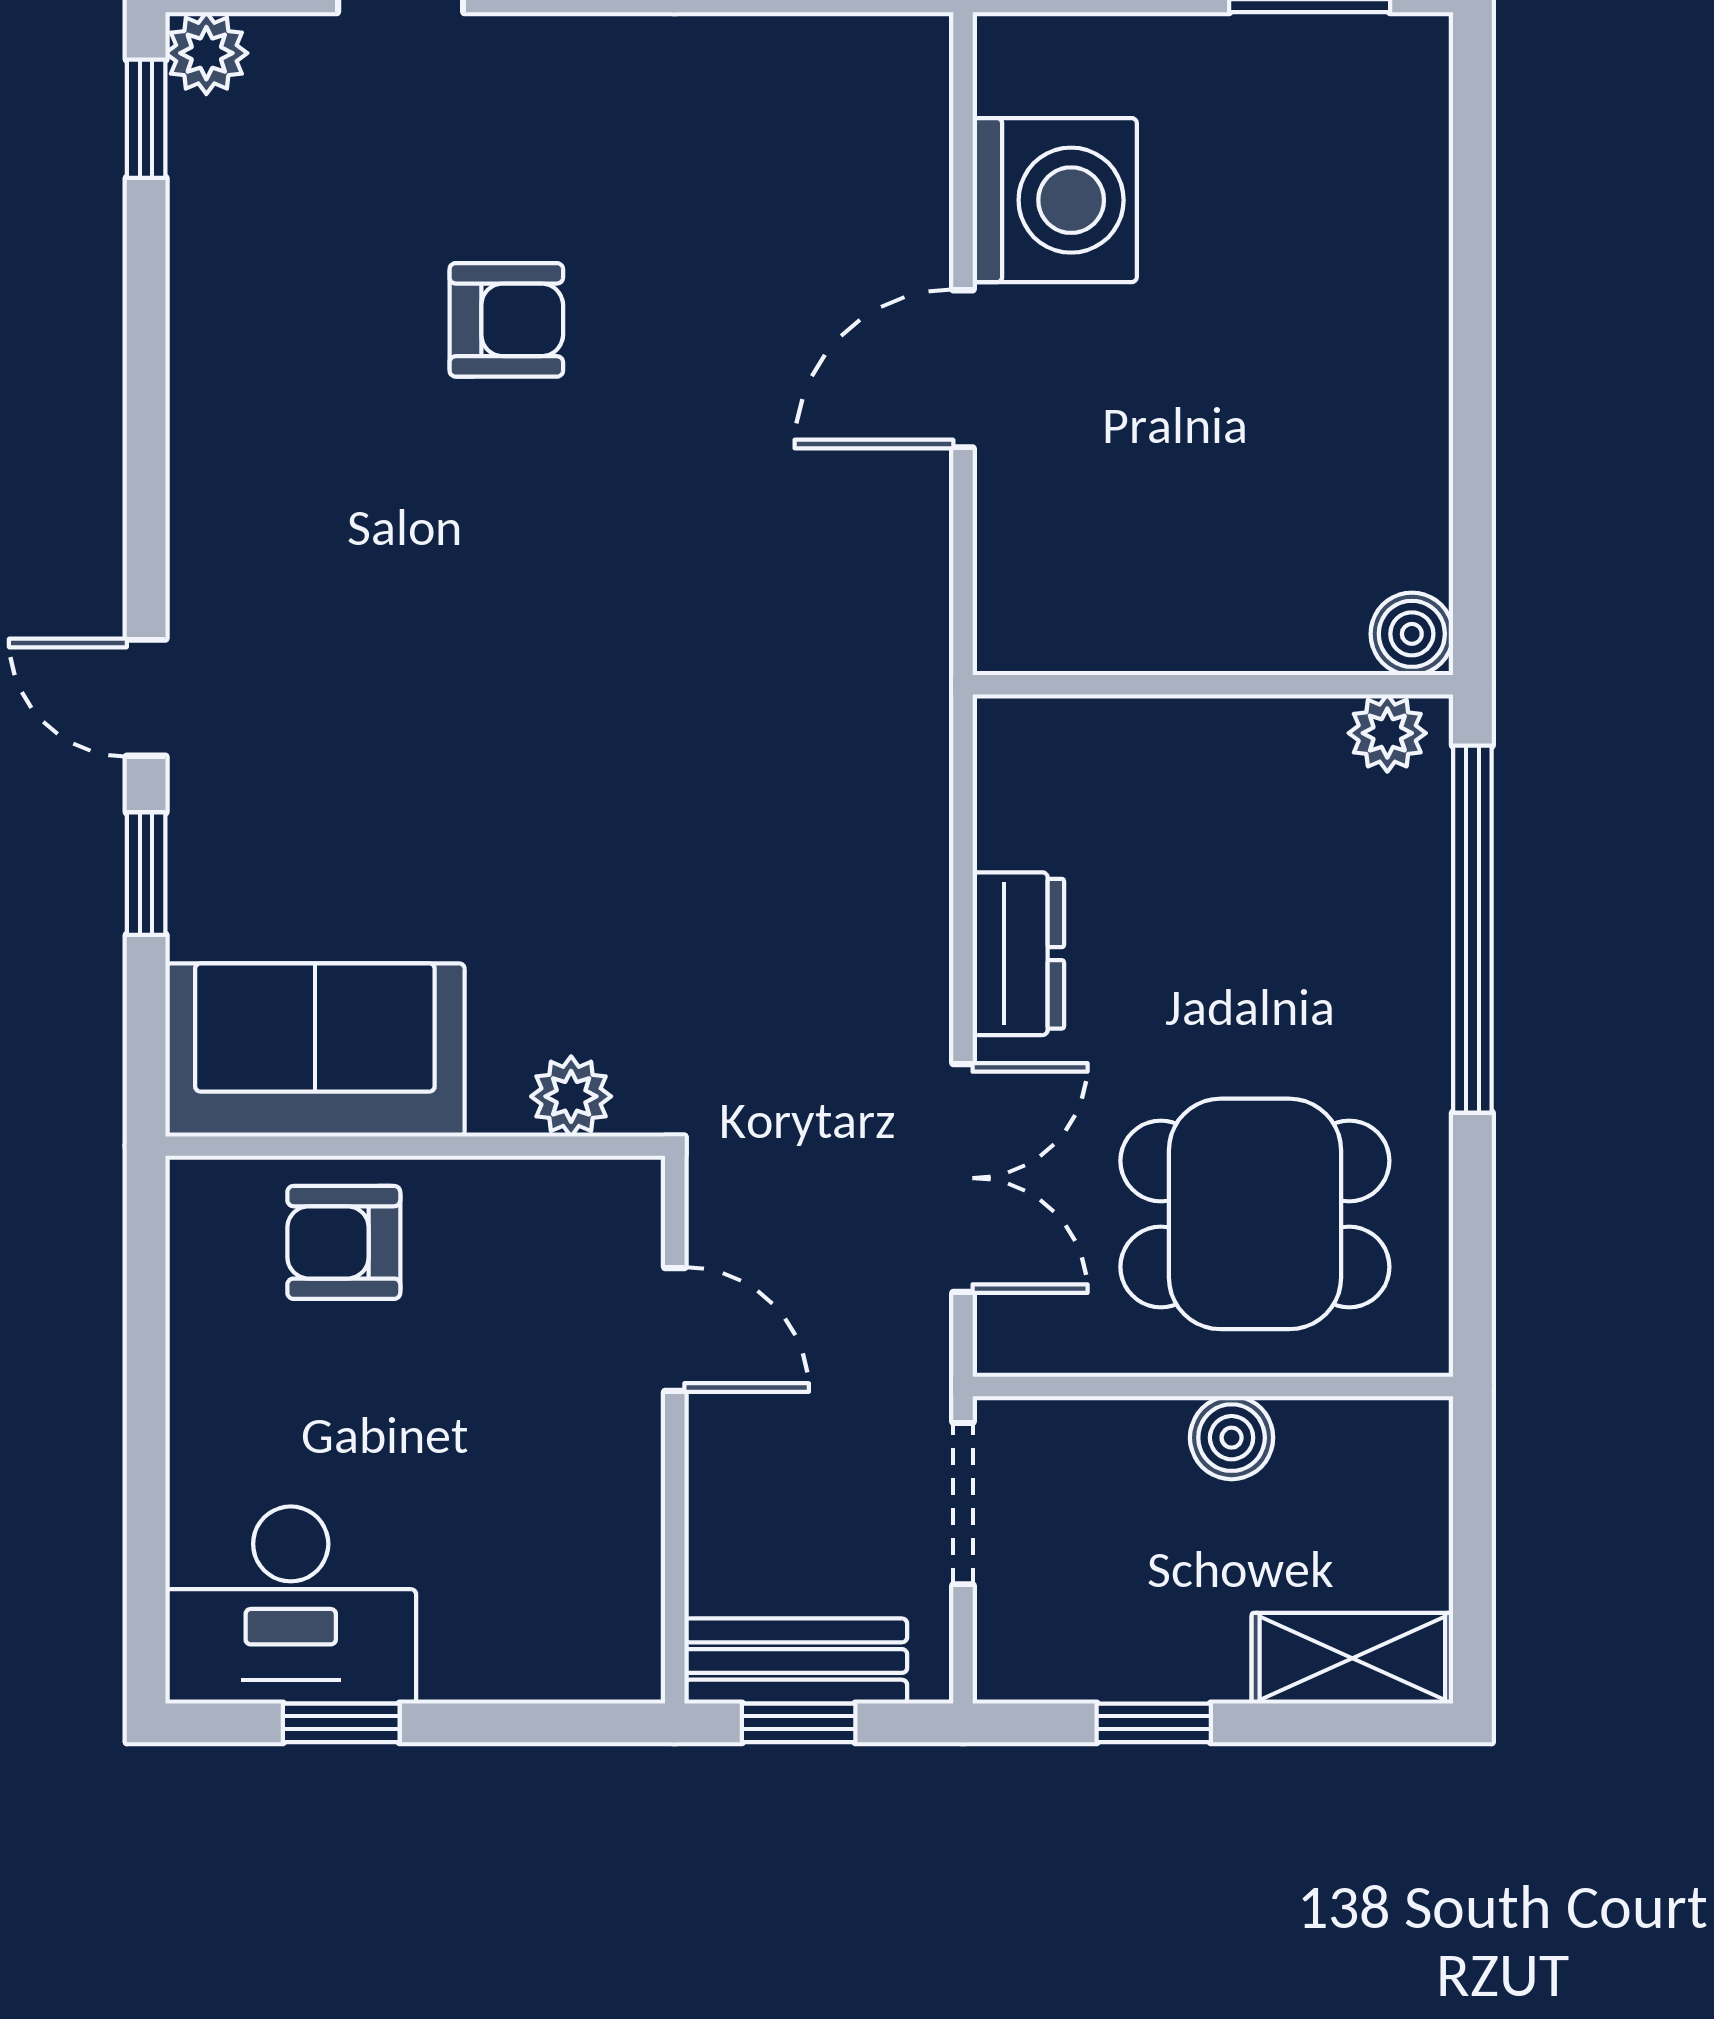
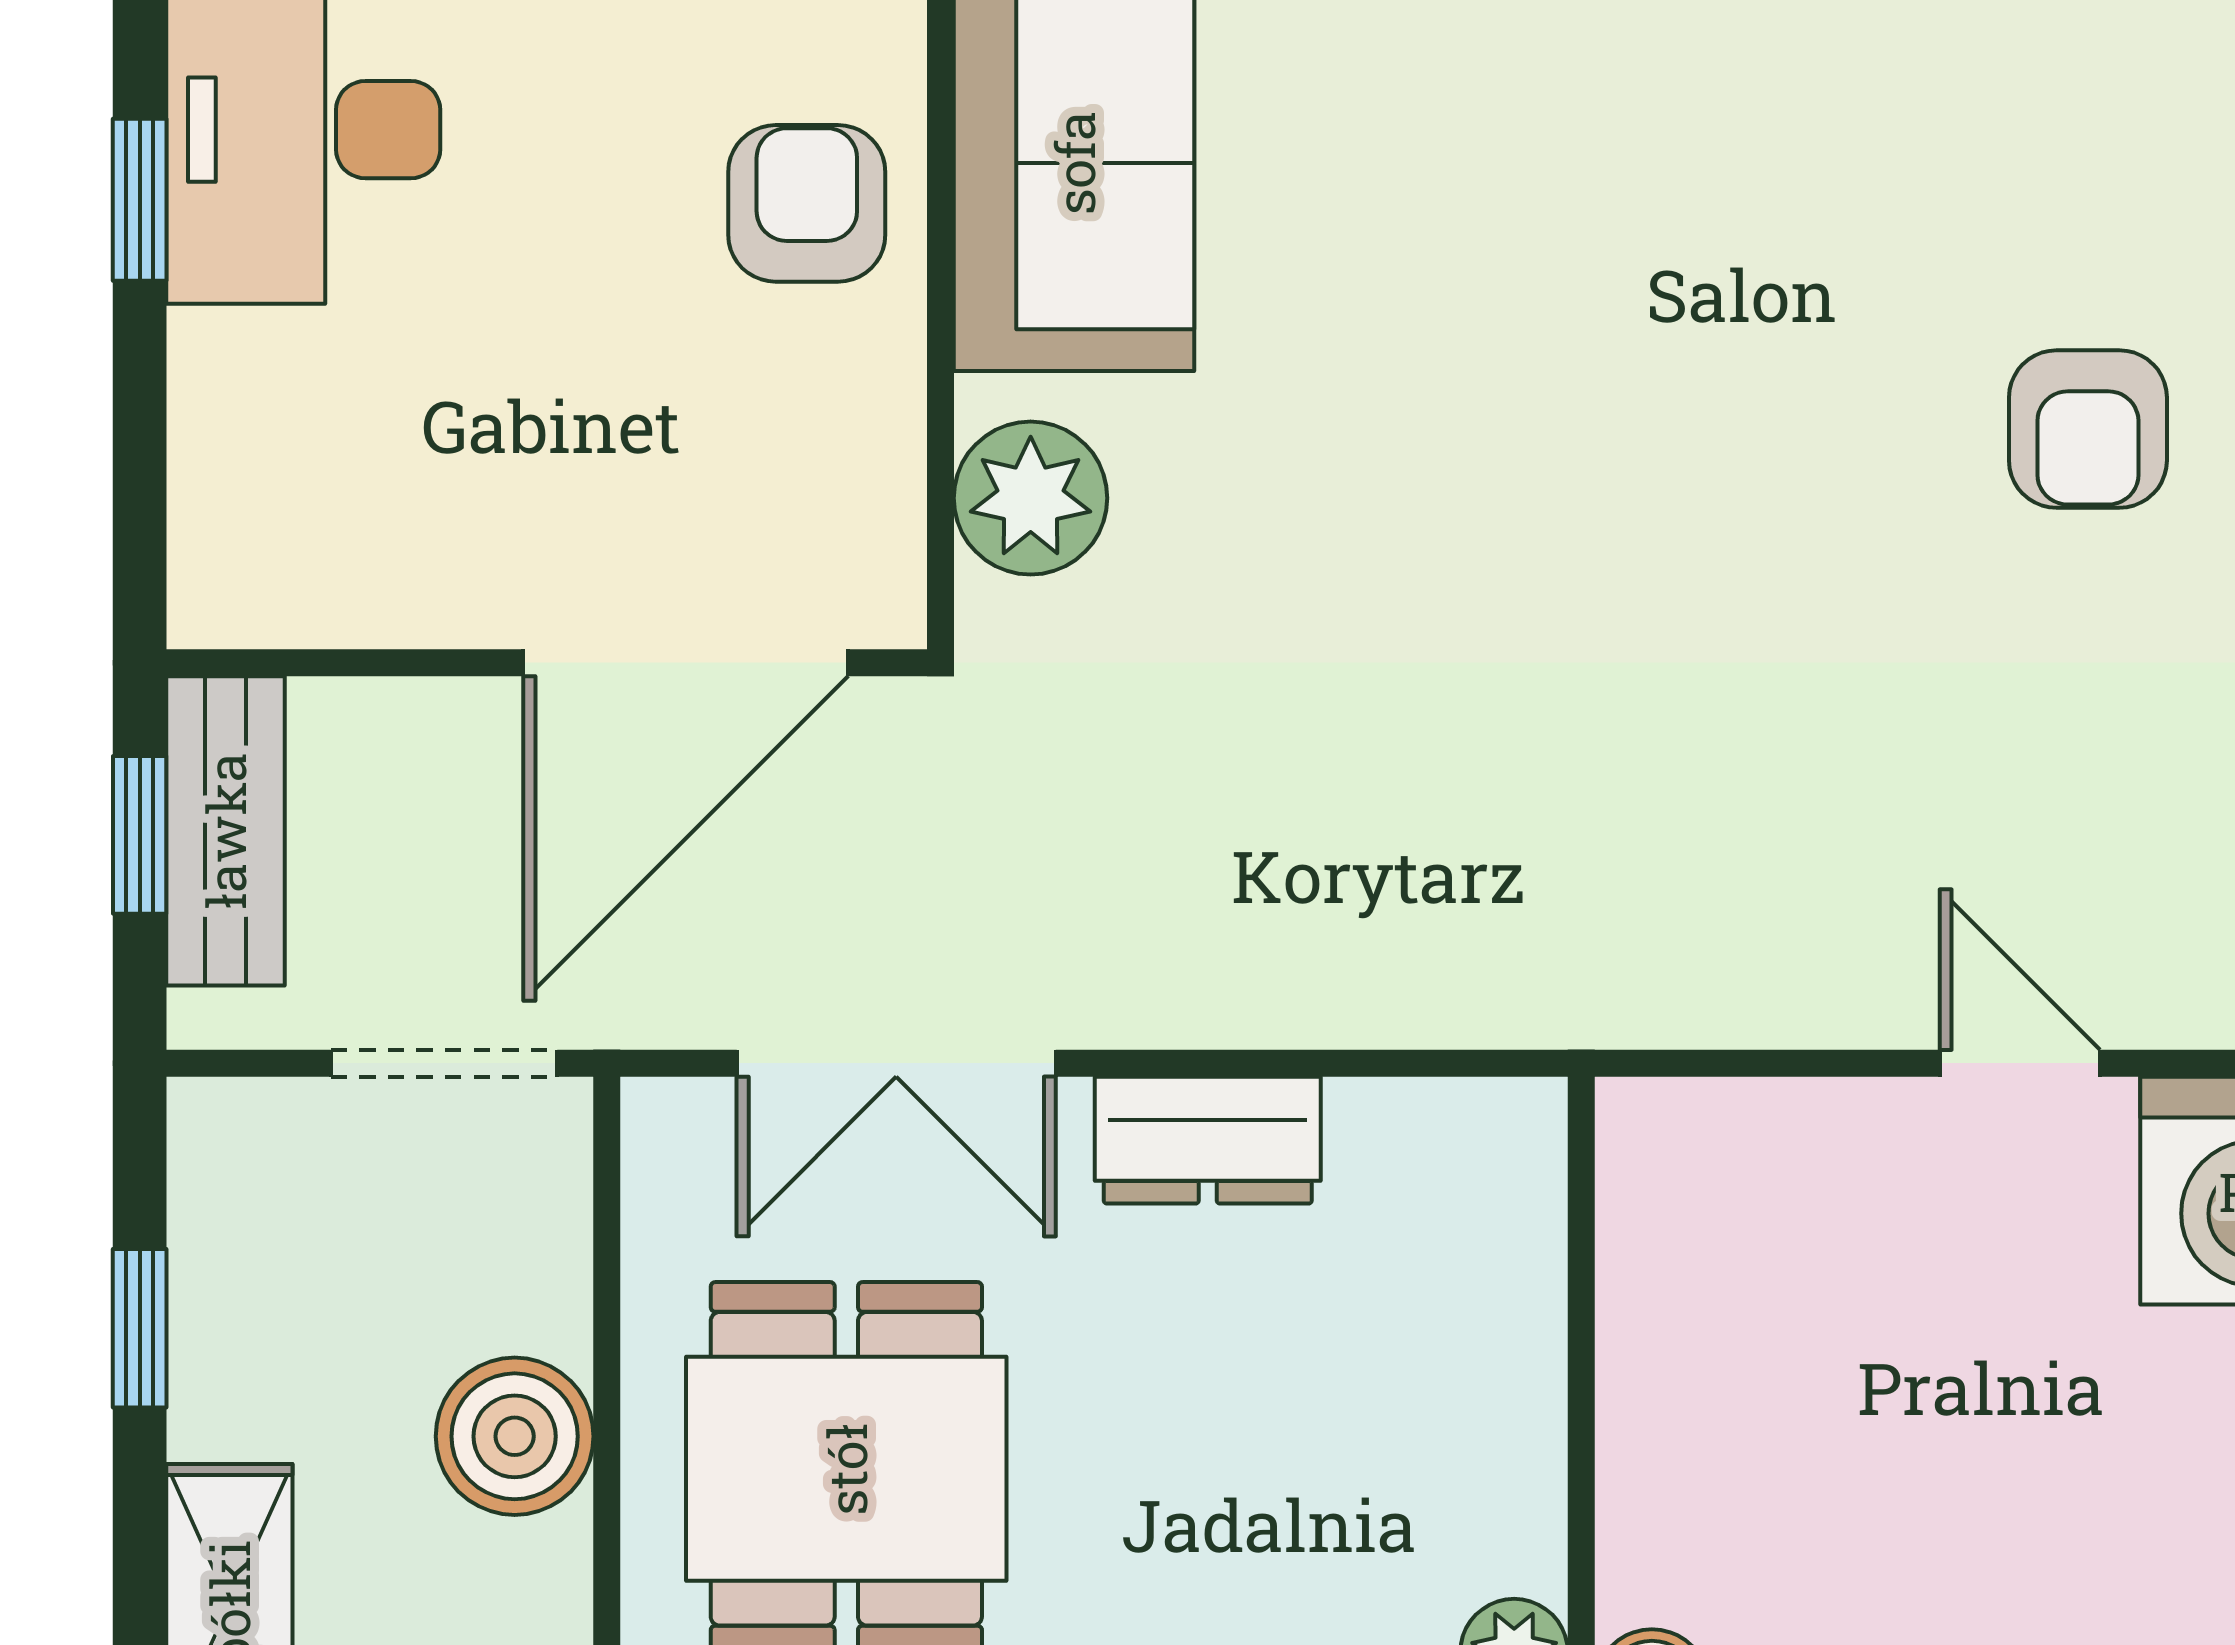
door: (963, 369) -> (2020, 1063), width x0.73
plant: (571, 1096) -> (1031, 498), width x1.38, depth x1.38
door: (675, 1329) -> (686, 663), width x1.87
boiler: (1232, 1438) -> (515, 1436), width x1.36, depth x1.36

